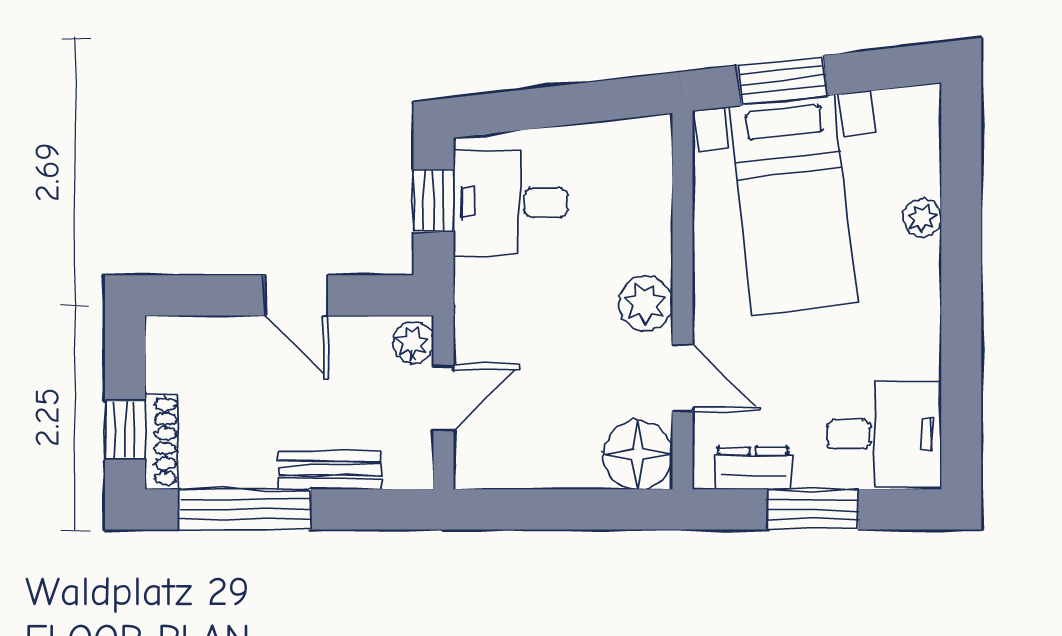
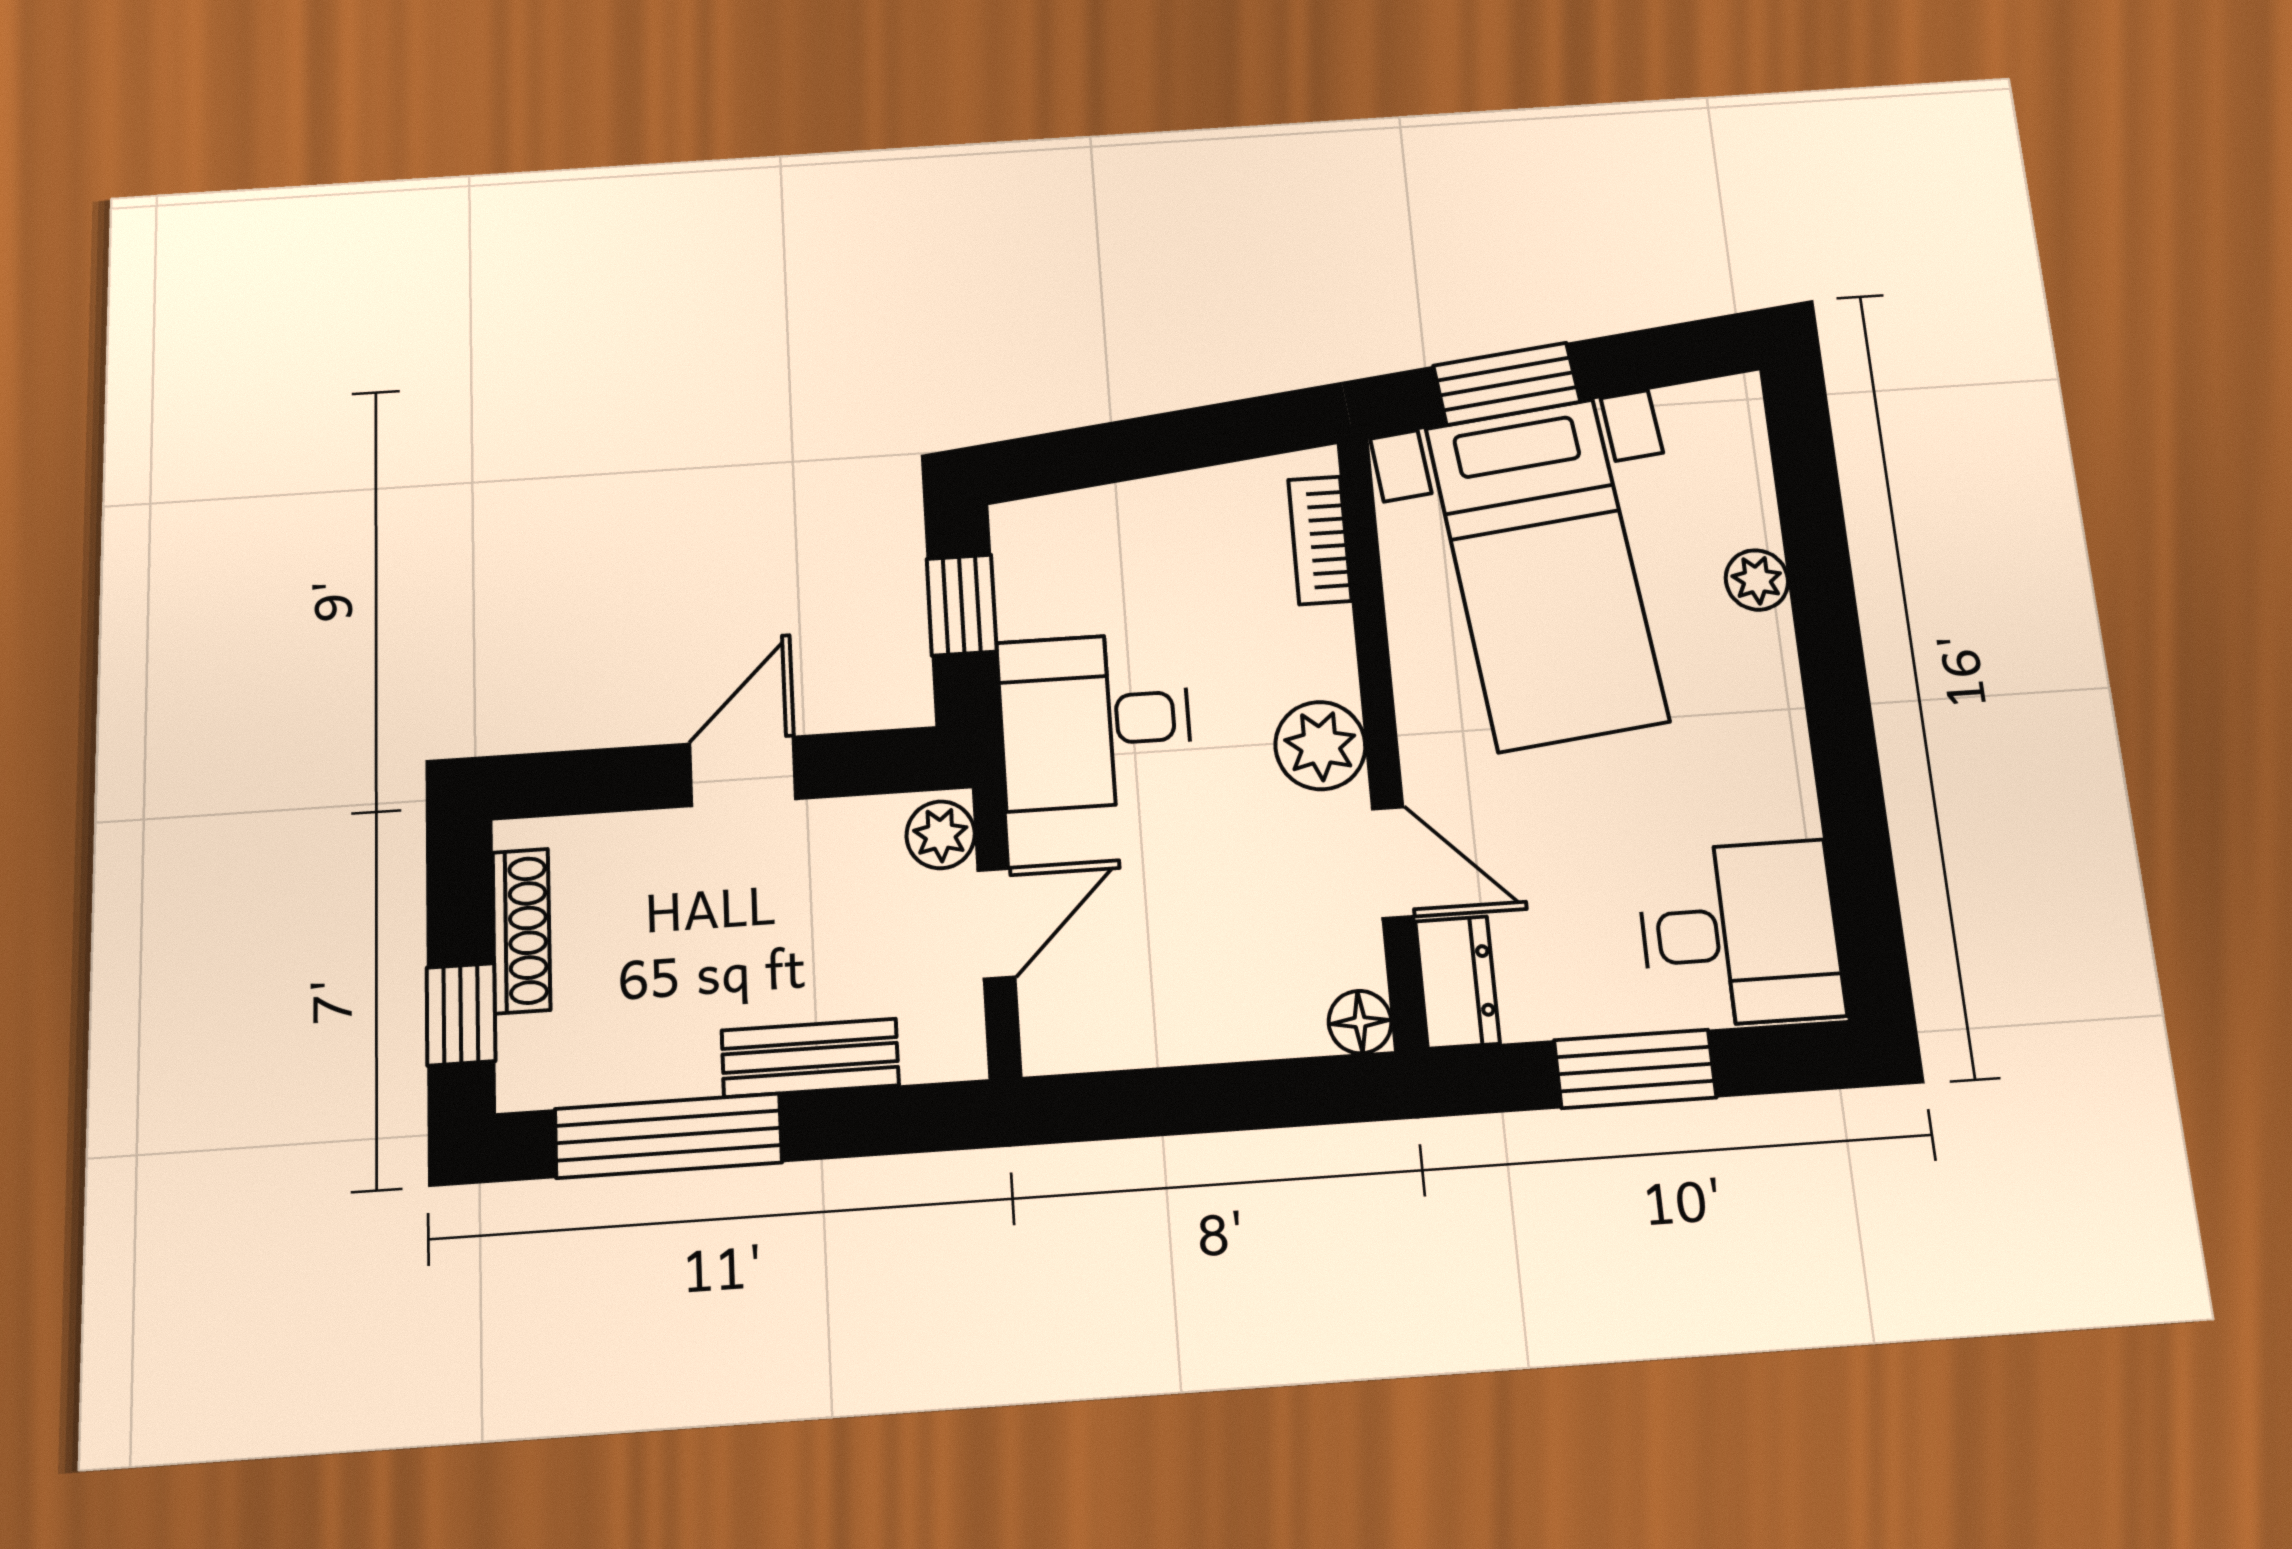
bookcase: (656, 174) -> (1320, 540), added
desk: (510, 202) -> (1095, 721), moved
door: (296, 295) -> (743, 771), swing flipped
shoe rack: (161, 441) -> (521, 931), moved
floor lamp: (638, 455) -> (1360, 1022), width x0.53, depth x0.53
dresser: (753, 468) -> (1457, 982), moved, turned 90

